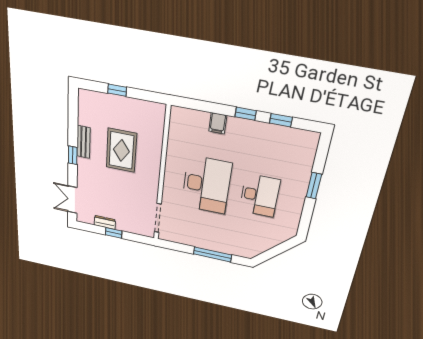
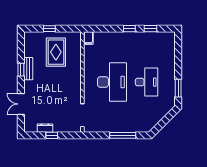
filing cabinet: (218, 123) -> (88, 38), moved
rug: (121, 150) -> (56, 52), moved
window: (73, 155) -> (21, 70), moved
window: (314, 186) -> (178, 88), moved
double door: (72, 200) -> (21, 104), moved

